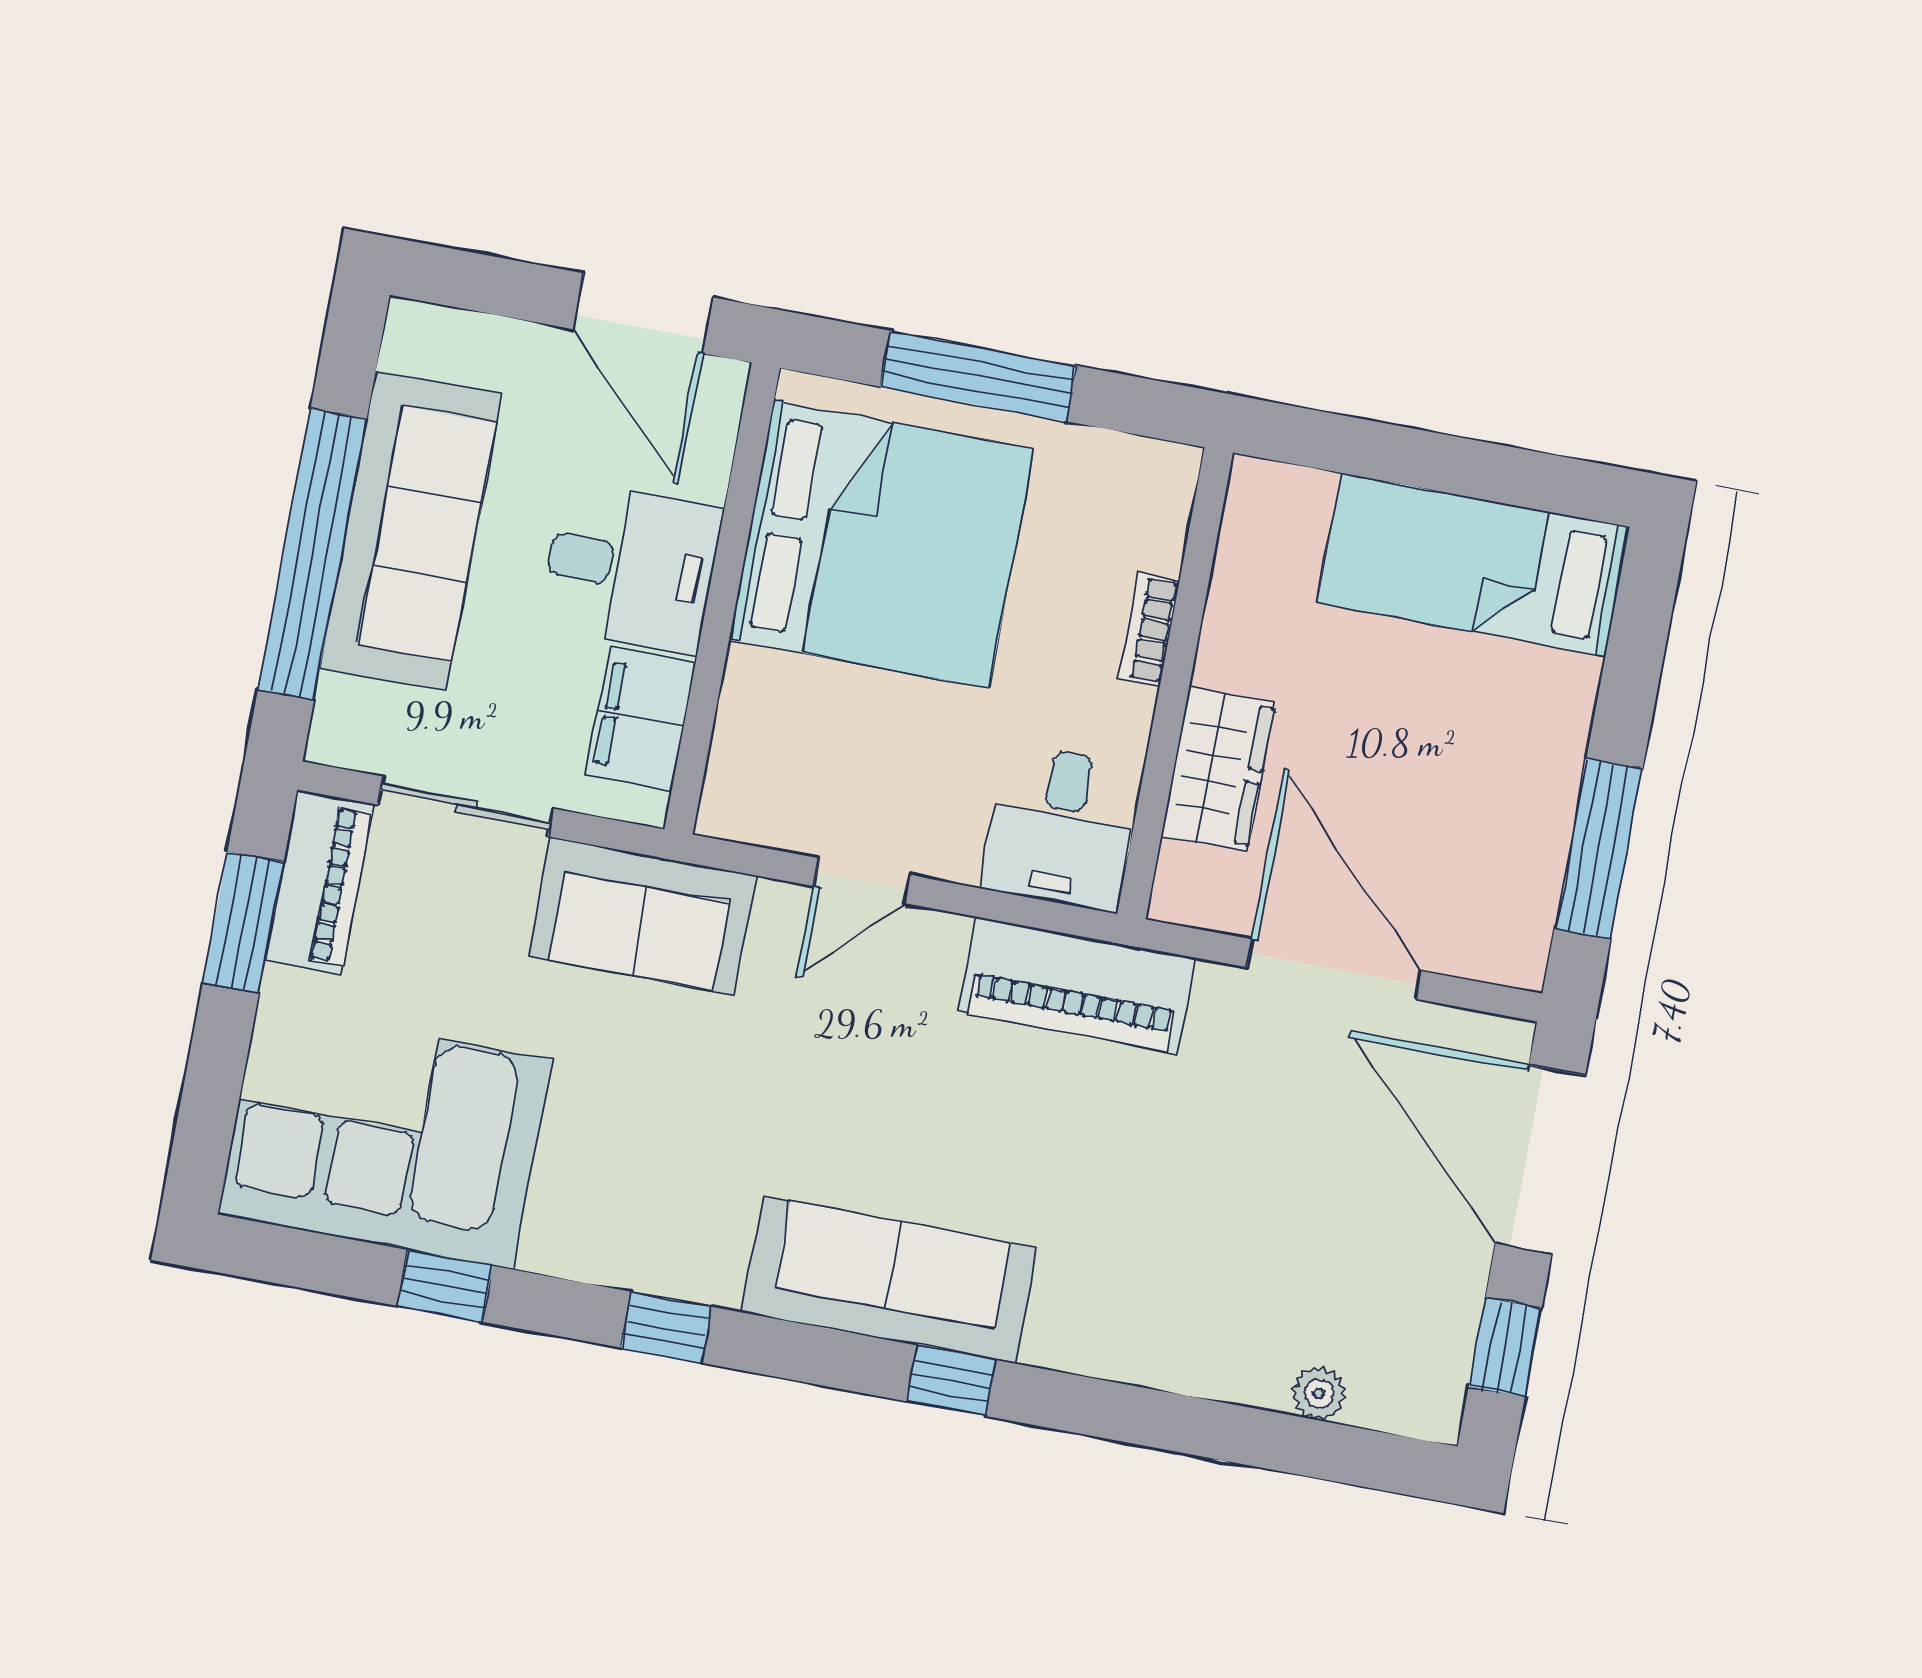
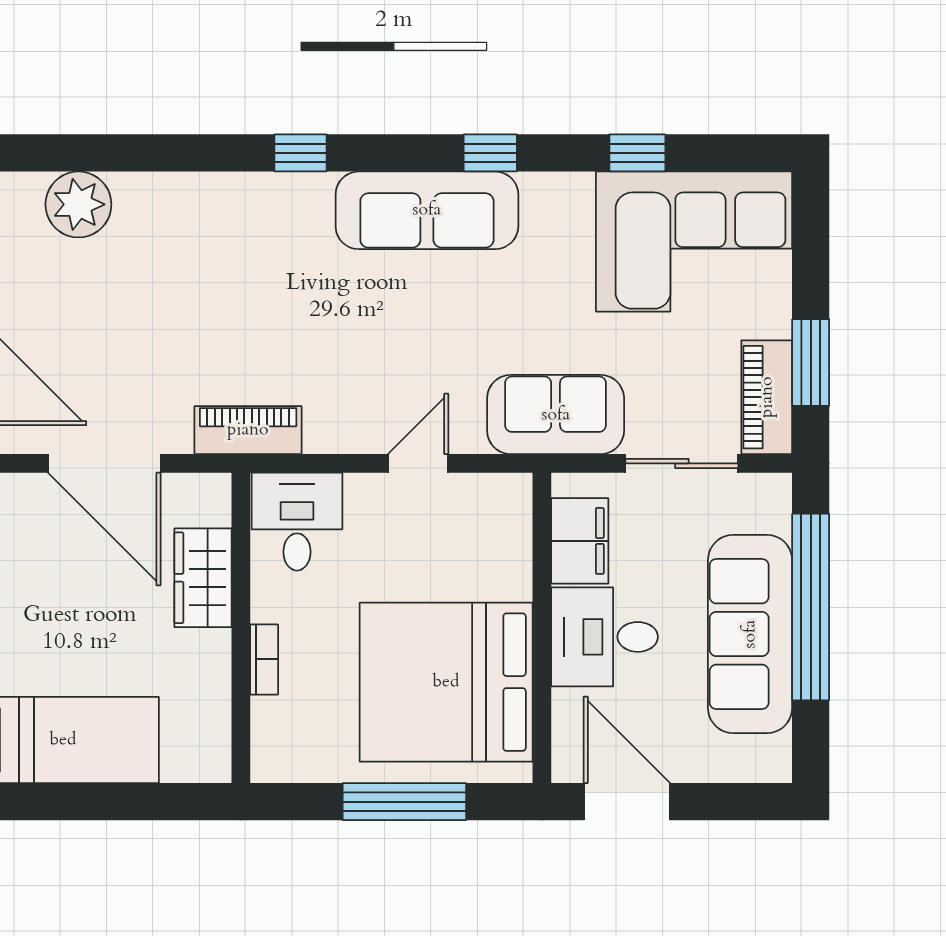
piano: (1077, 985) -> (248, 430), width x0.73, depth x0.75
sofa: (890, 1280) -> (427, 210), moved
plant: (1319, 1393) -> (78, 204), width x1.88, depth x1.88

